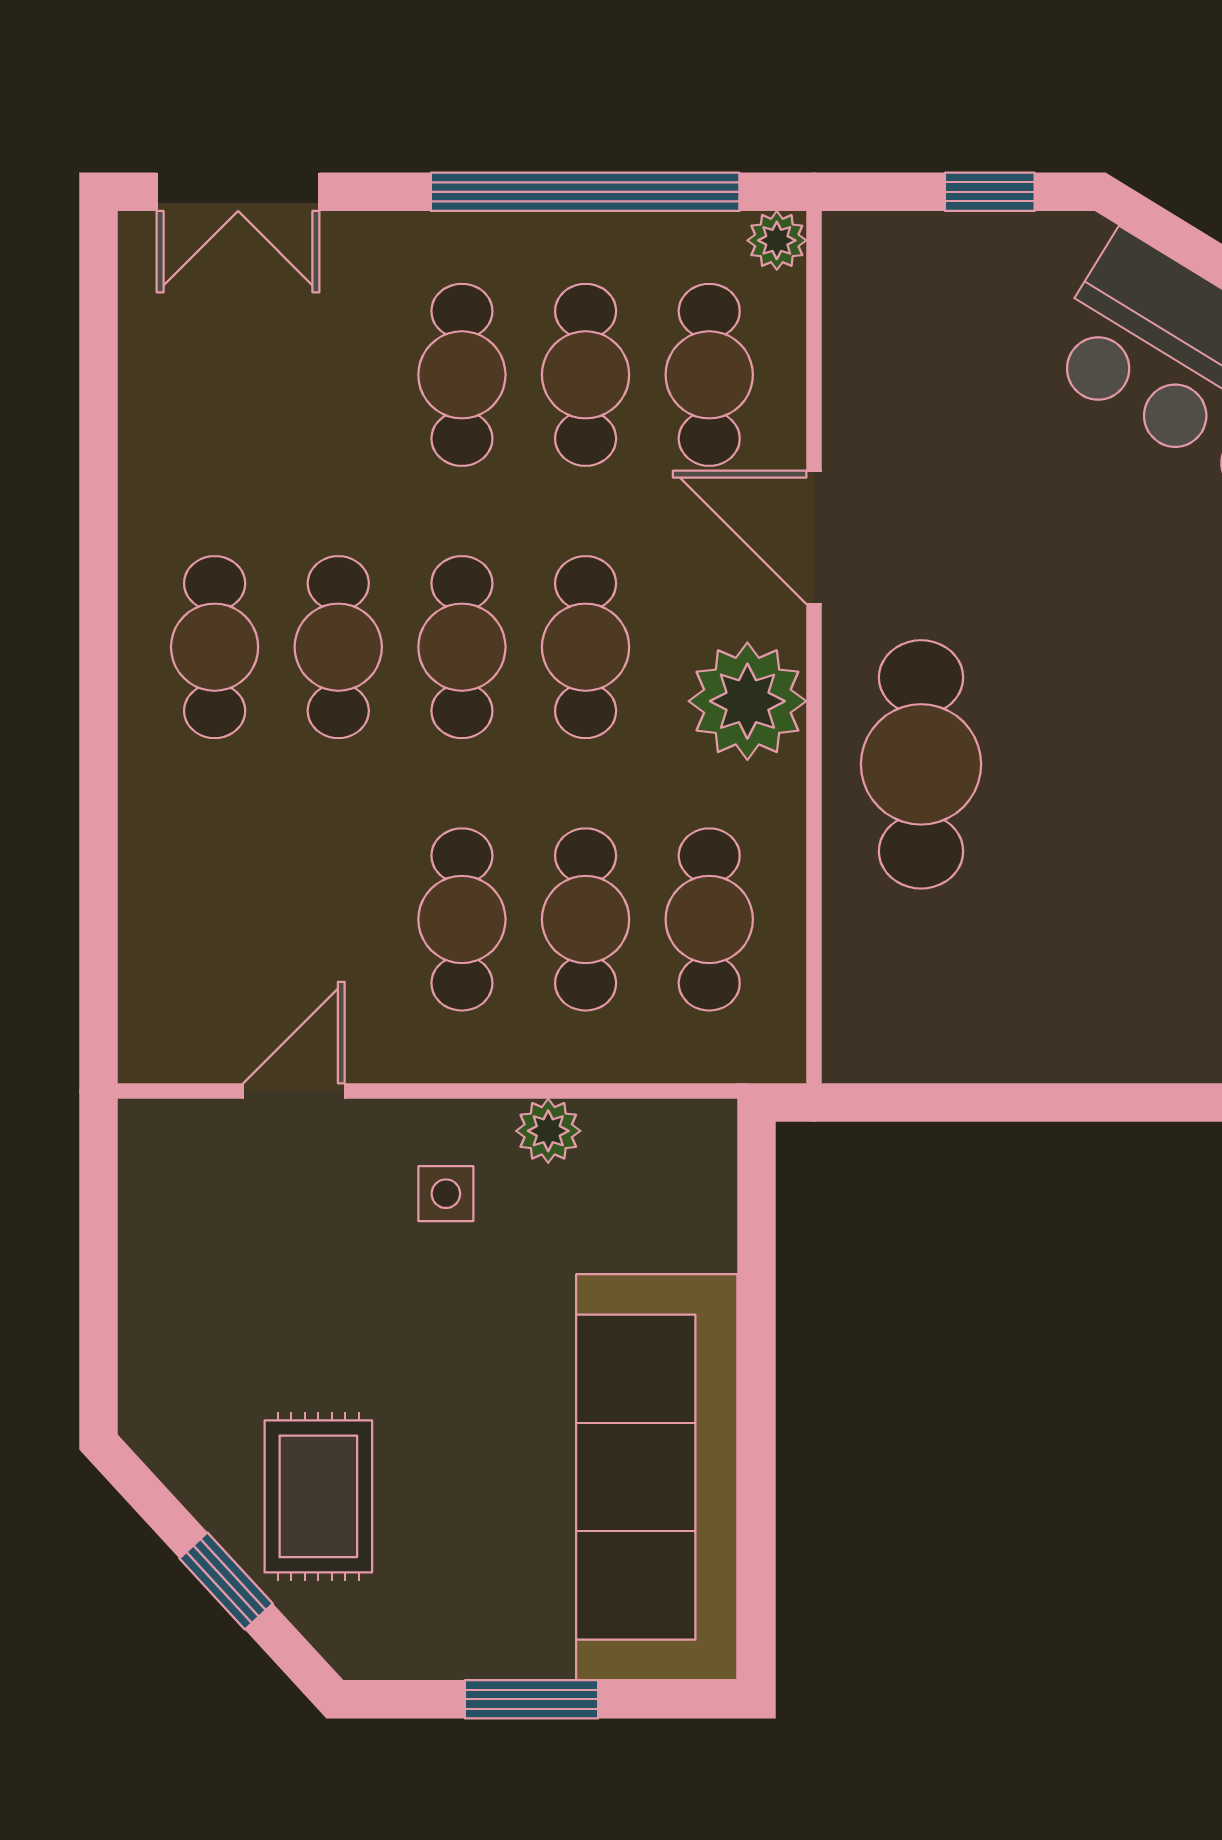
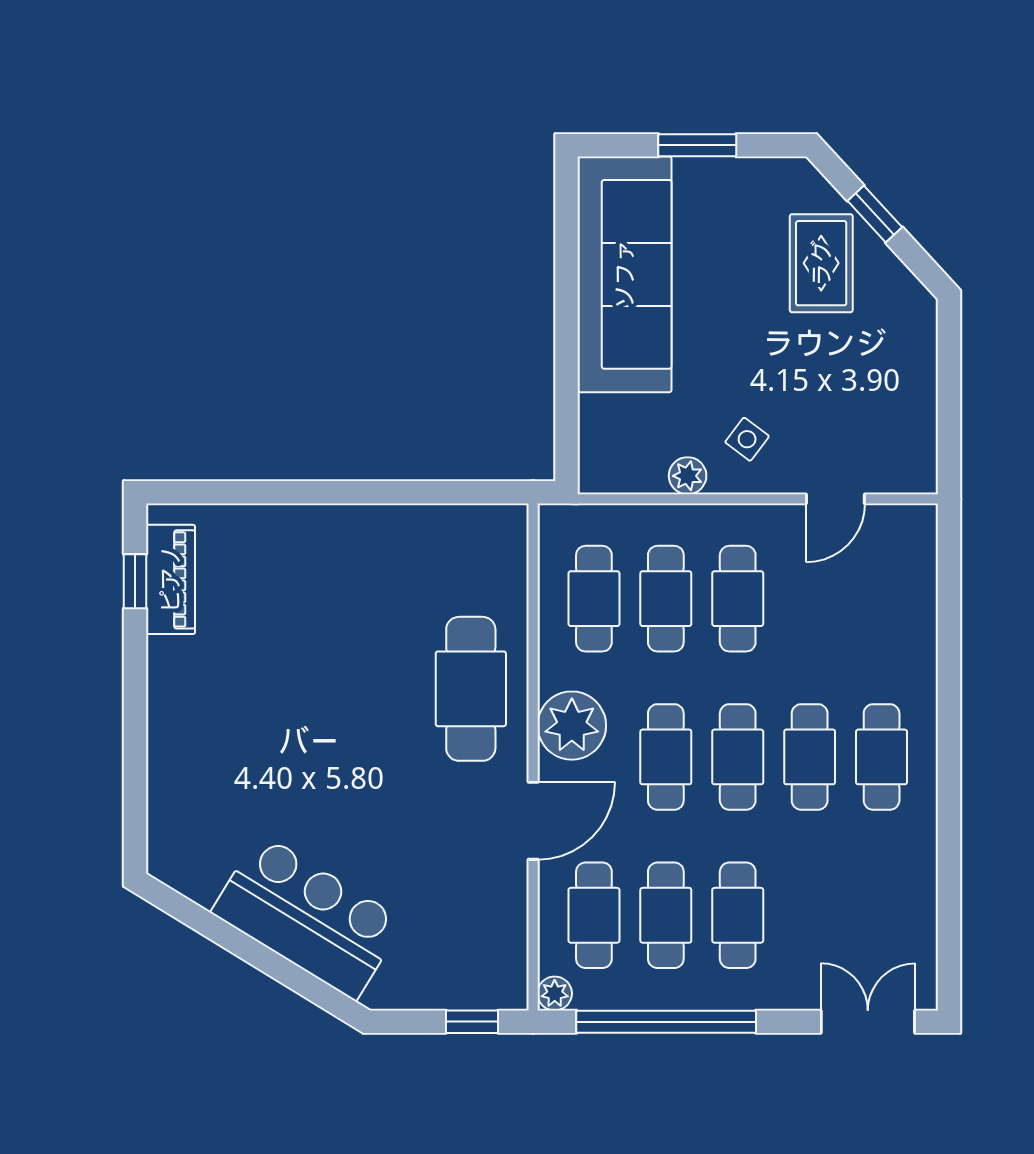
window: (990, 192) -> (472, 1022), moved
door: (814, 537) -> (533, 821), hinge flipped
side table: (446, 1194) -> (747, 439), turned 37

